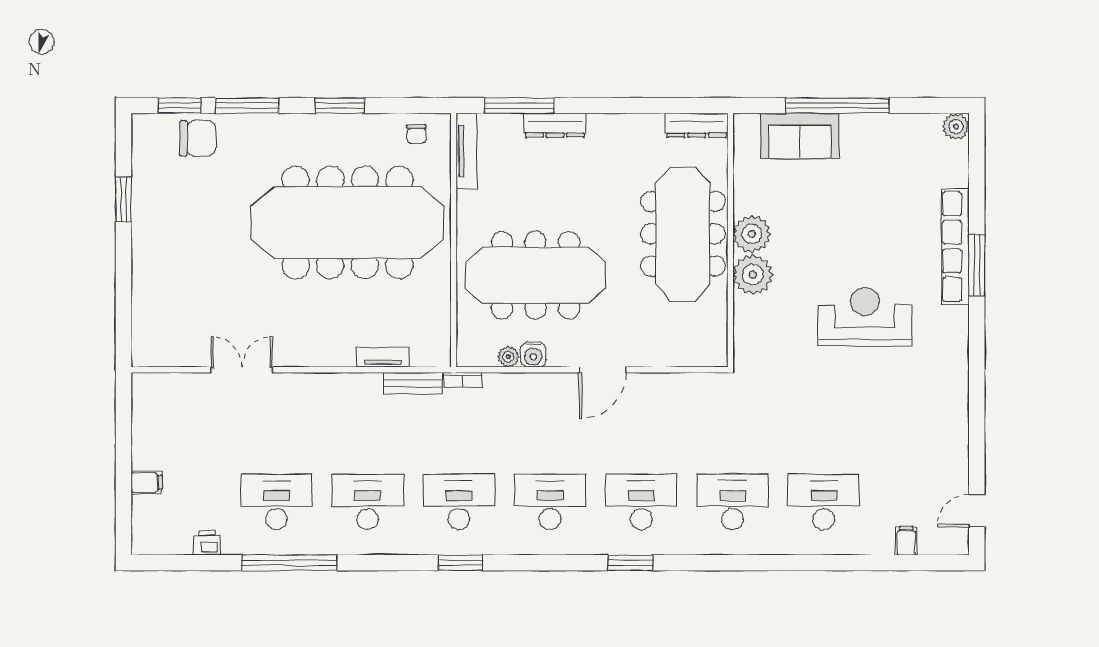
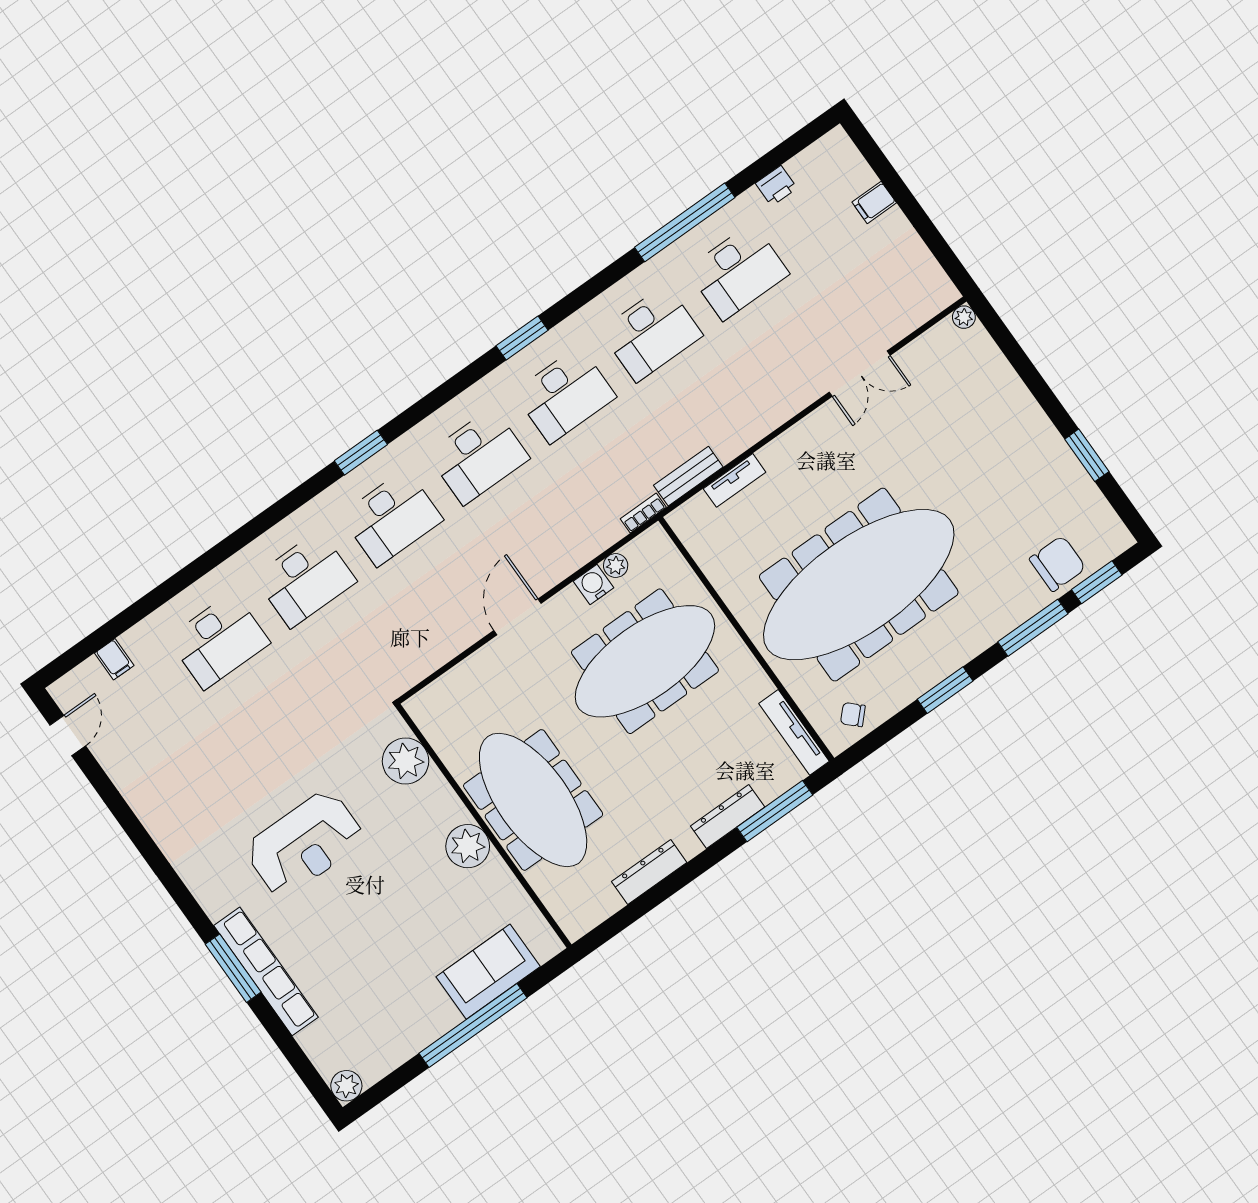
dresser: (697, 125) -> (649, 872), moved
chair: (416, 134) -> (853, 715), turned -46
chair: (198, 138) -> (1058, 564), turned 180
plant: (753, 274) -> (406, 761), moved
plant: (141, 357) -> (964, 317), added

